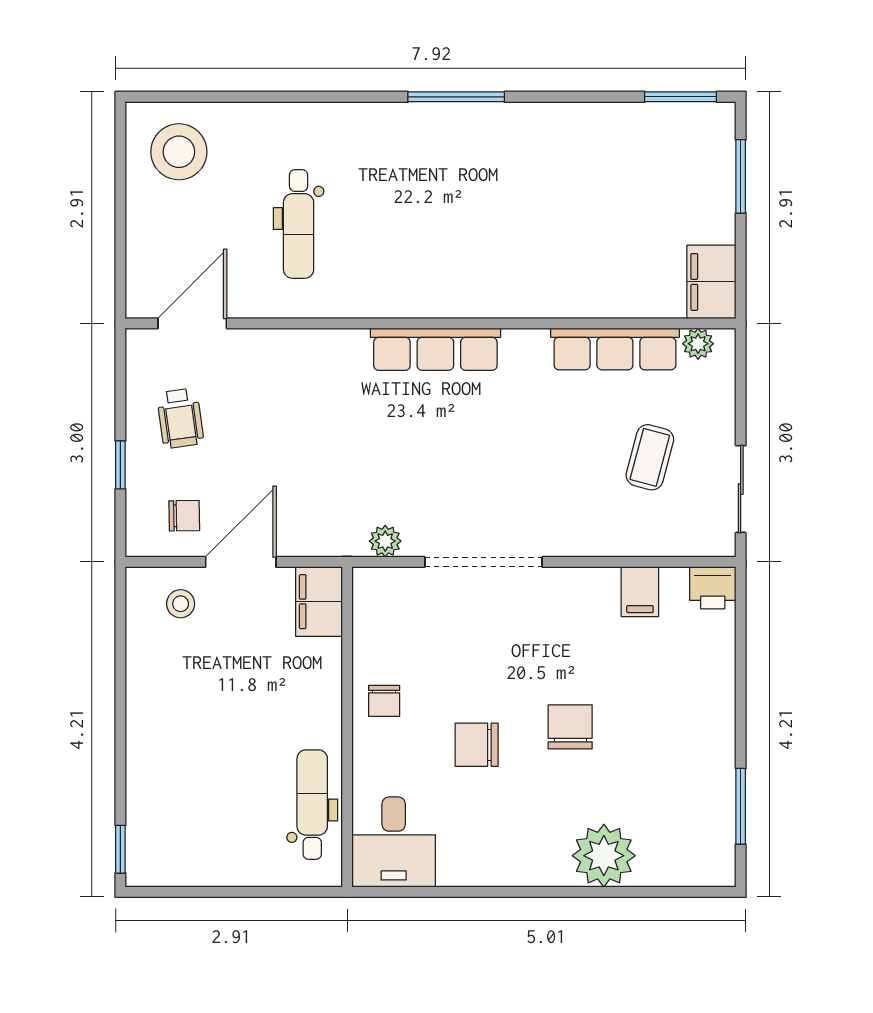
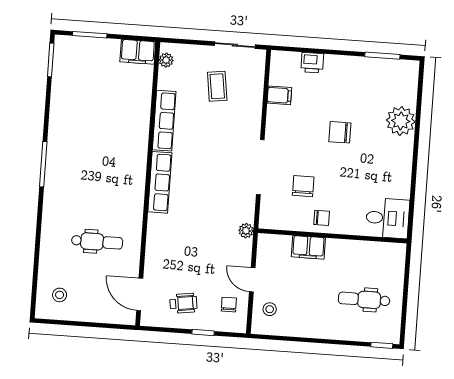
stool: (179, 152) -> (60, 295), width x0.53, depth x0.53
row of seats: (615, 349) -> (164, 121), moved
coffee table: (650, 457) -> (217, 86), turned 67
plant: (385, 541) -> (246, 231), moved
door: (241, 562) -> (252, 280), width x0.73
printer: (713, 588) -> (312, 63), moved, turned 90
filing cabinet: (319, 602) -> (308, 247), moved
chair: (477, 745) -> (303, 186), moved, turned 180
dental chair: (312, 805) -> (364, 299), moved

